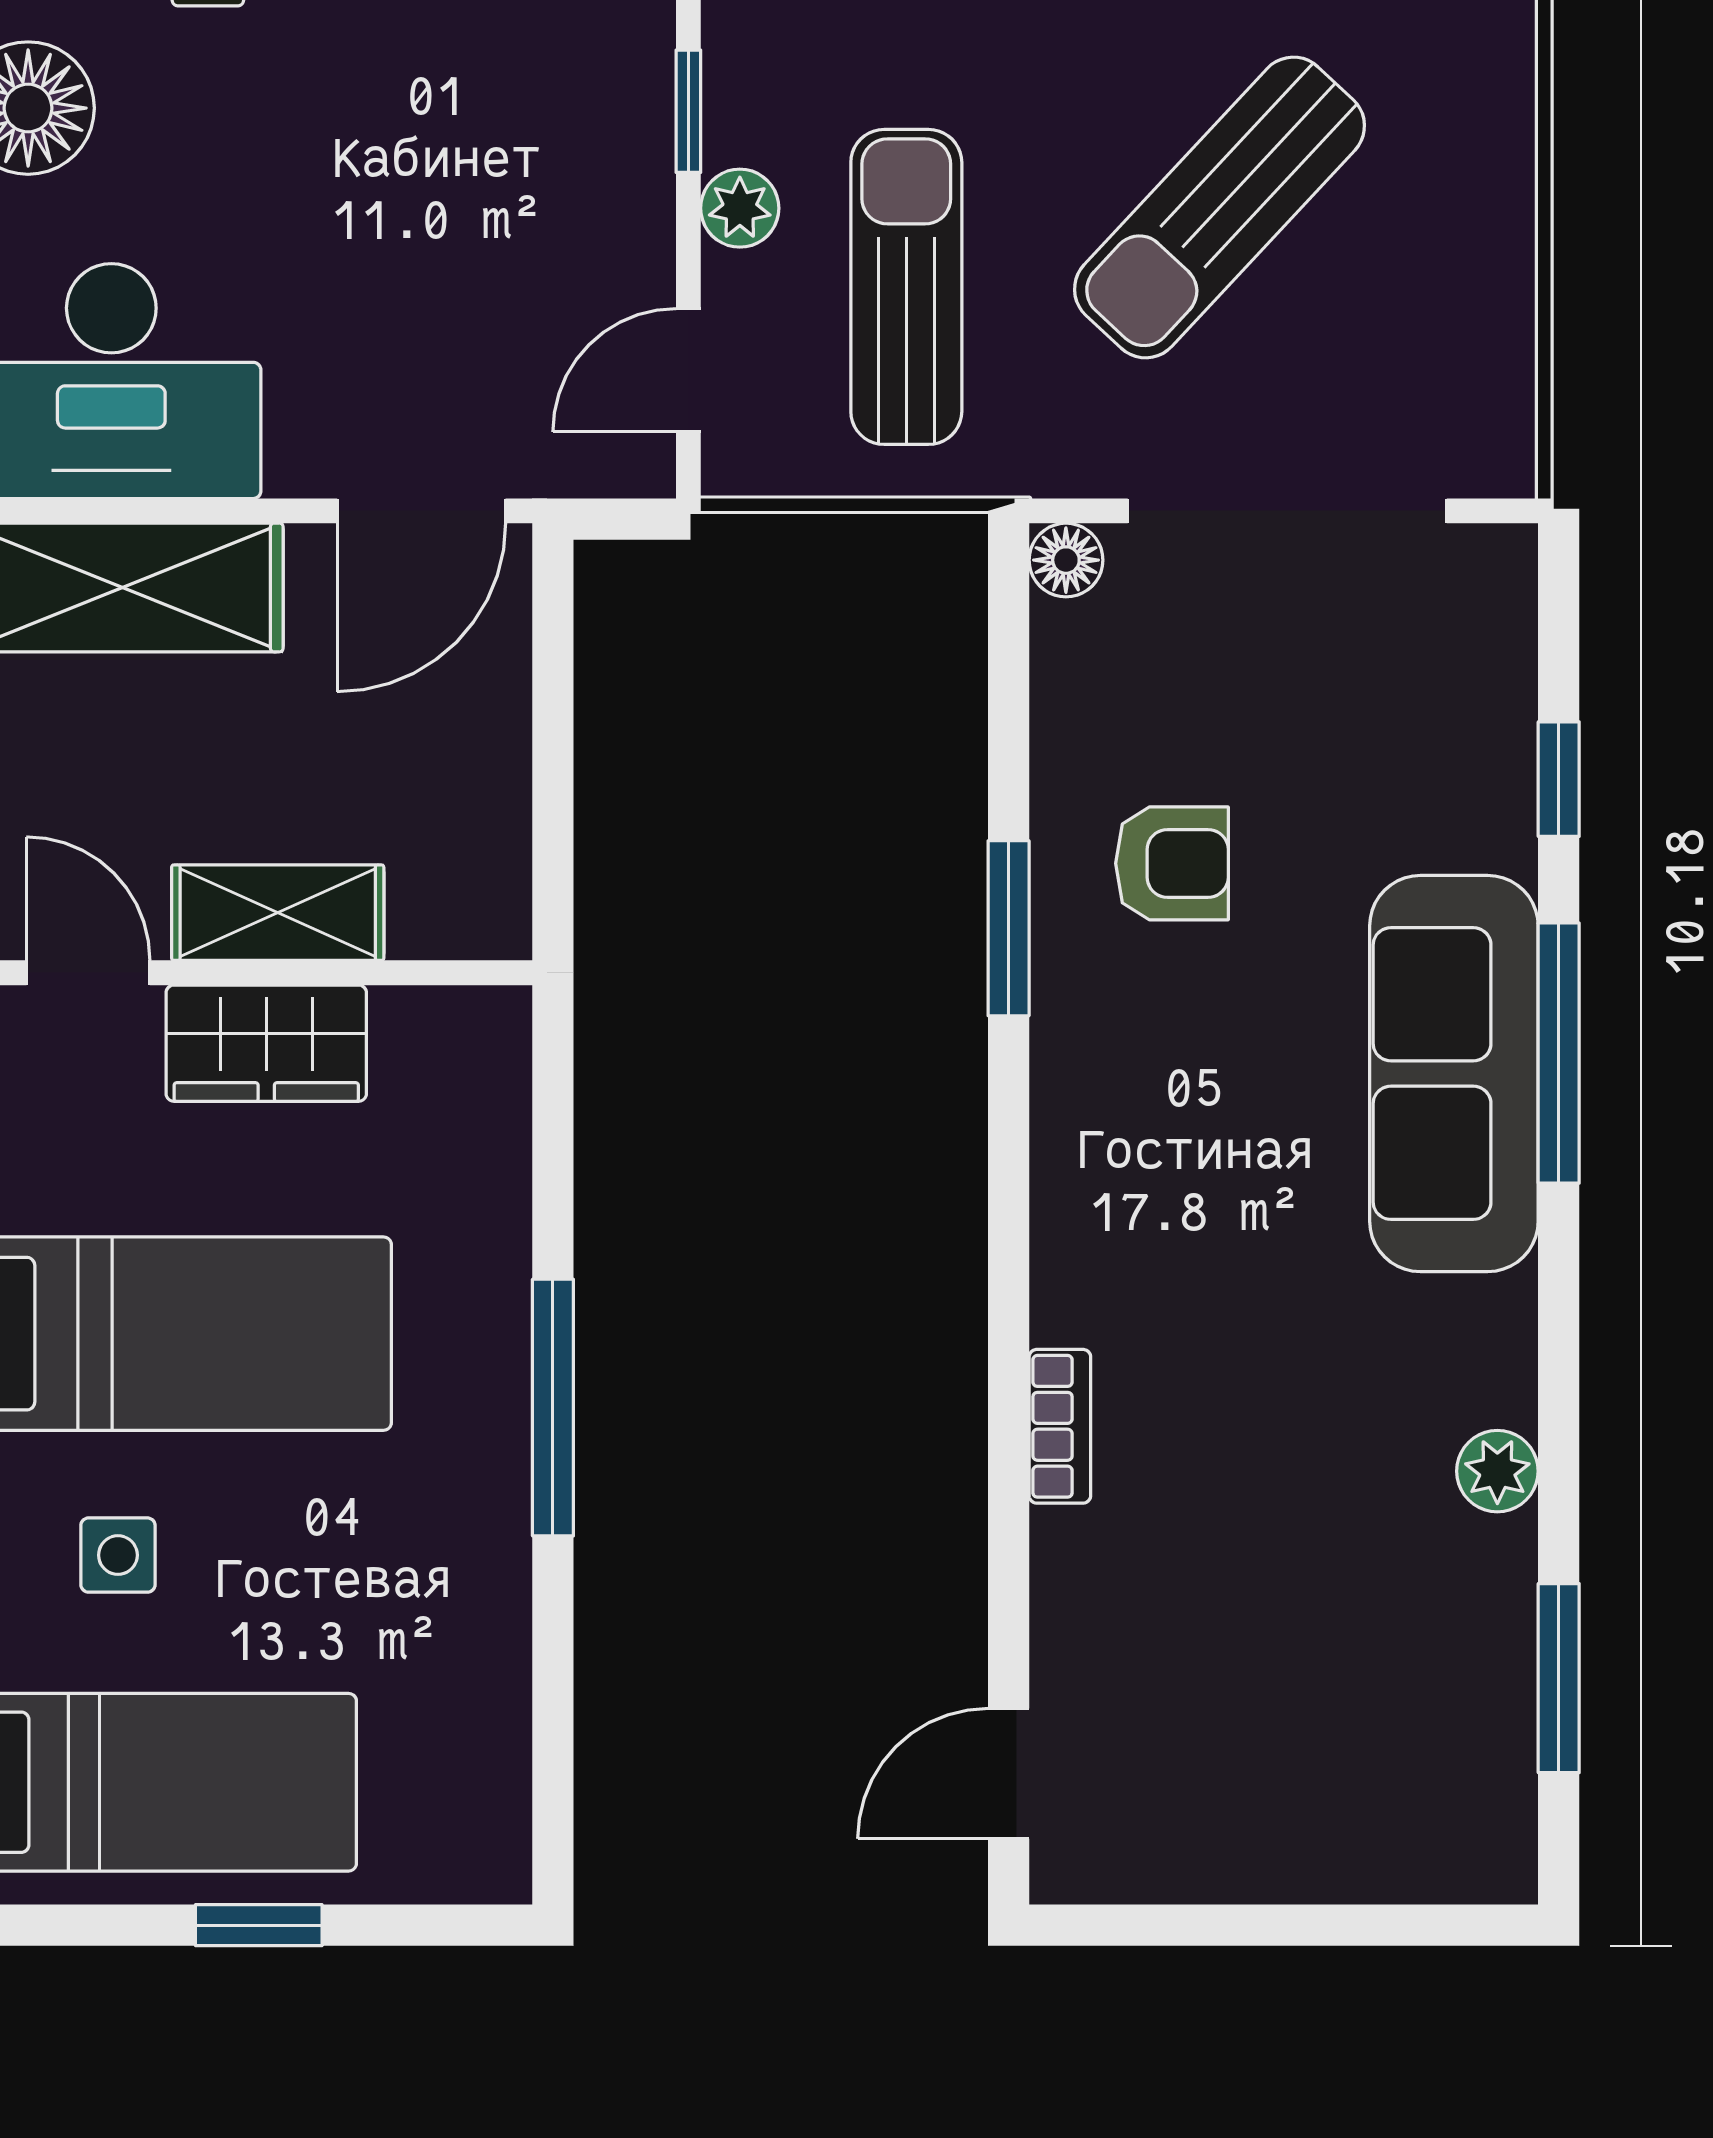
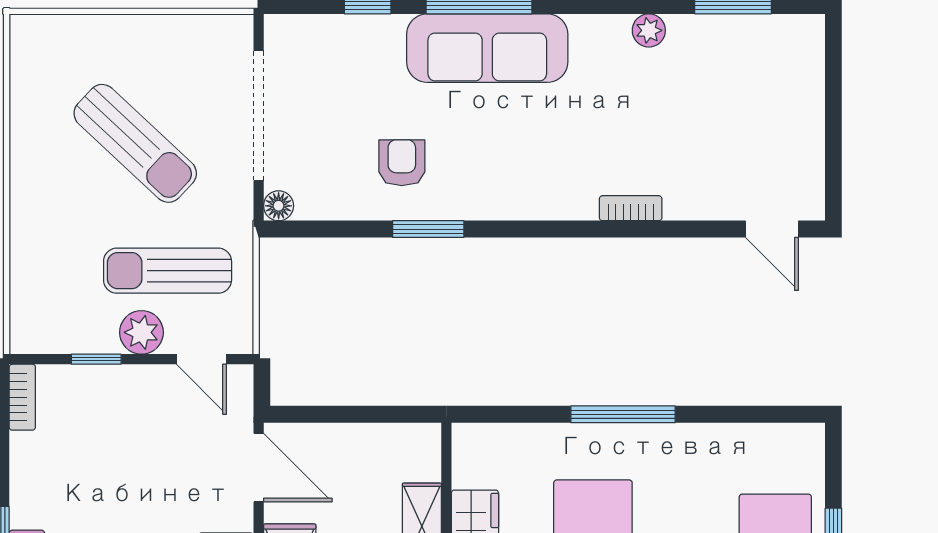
plant: (740, 208) -> (141, 332), width x1.38, depth x1.38

